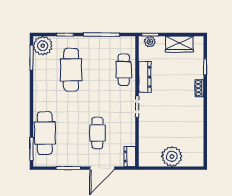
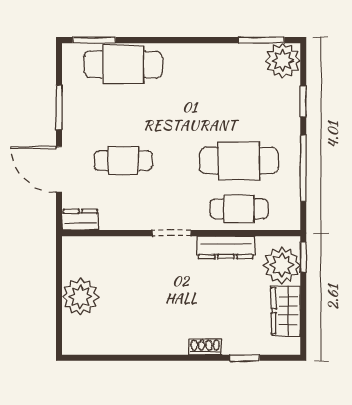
plant: (150, 42) -> (282, 265), width x1.88, depth x1.88
cafe table: (71, 70) -> (239, 161), moved

